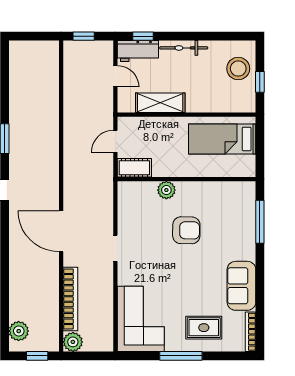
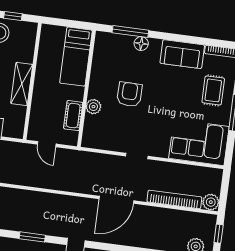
shelving: (160, 103) -> (22, 84), moved
bed: (222, 139) -> (76, 57), moved
cot: (134, 168) -> (73, 116), moved
floor lamp: (247, 236) -> (141, 44), added

